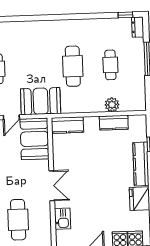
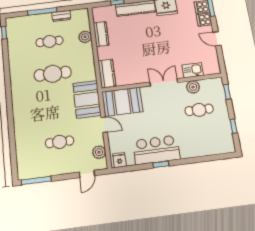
dresser: (138, 27) -> (61, 16), moved
plant: (44, 217) -> (193, 87), added
cafe table: (18, 220) -> (199, 110), width x0.73, depth x0.74

